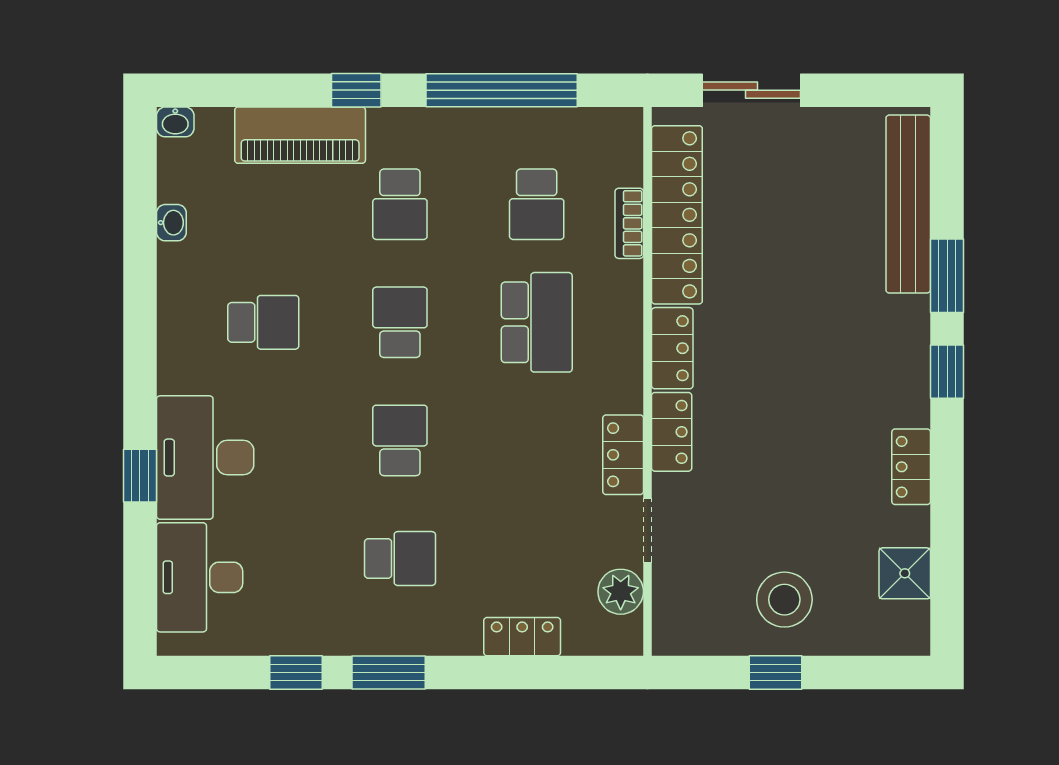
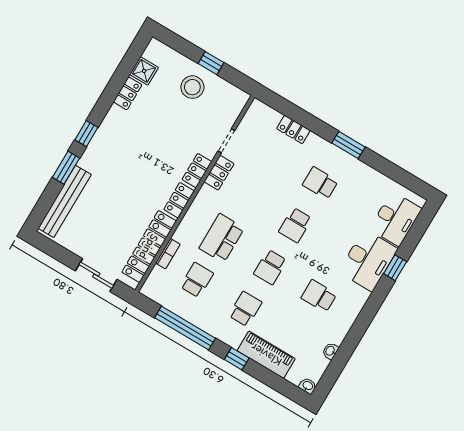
locker: (911, 467) -> (128, 93), moved
plant: (621, 592) -> (249, 125), removed
window: (296, 673) -> (381, 165), removed

